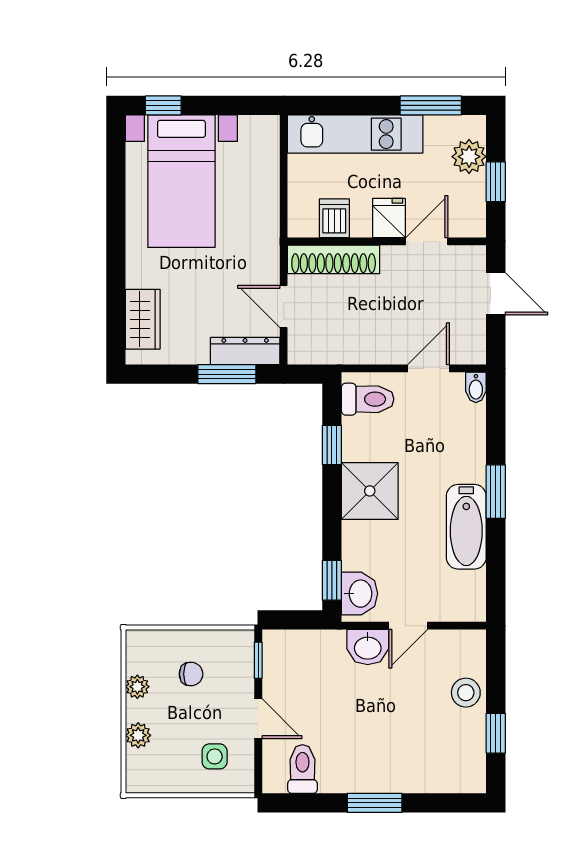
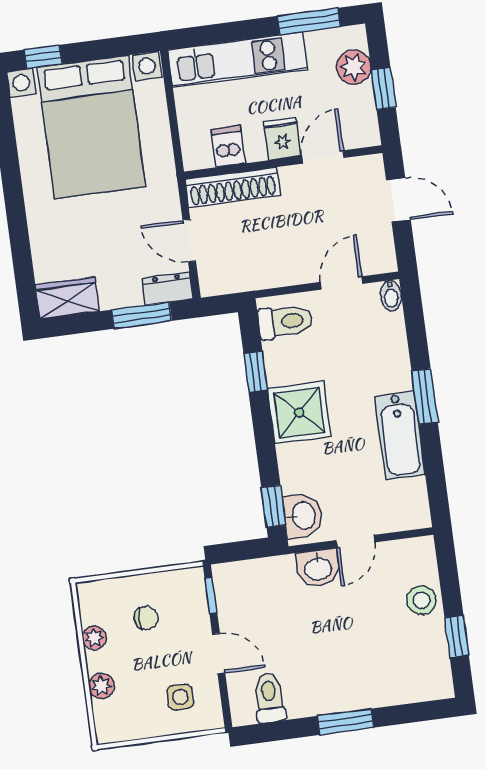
bed with nightstands: (181, 181) -> (91, 127), width x1.36
wardrobe: (143, 319) -> (67, 298), moved, turned -90
dresser: (245, 351) -> (167, 289), width x0.70

